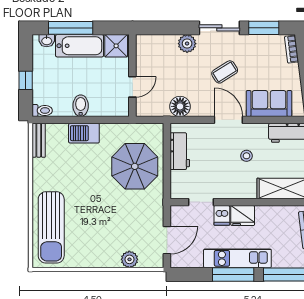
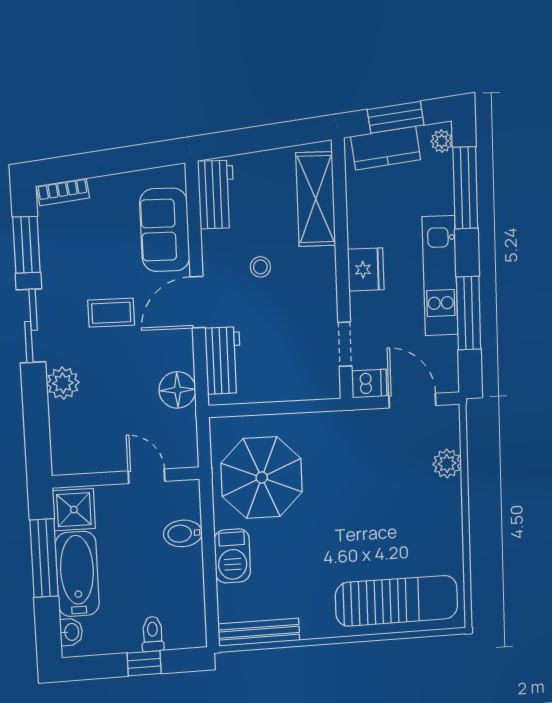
window: (71, 28) -> (44, 558), moved
coffee table: (225, 72) -> (111, 313), turned -58
bidet: (81, 106) -> (183, 533), moved
toilet: (42, 111) -> (153, 634), moved
bench: (39, 140) -> (259, 632), width x1.36
workbench: (180, 151) -> (223, 360), moved, turned 90
parasol: (135, 166) -> (262, 478), moved
dishwasher: (222, 215) -> (369, 384), moved
window: (233, 274) -> (469, 313), moved

